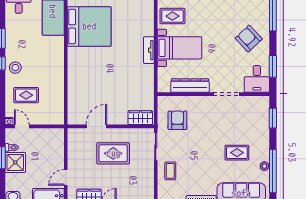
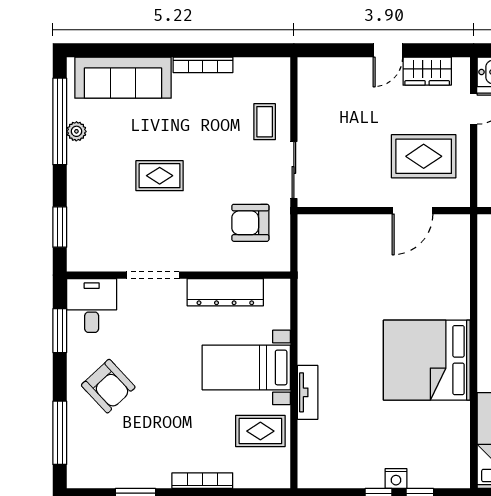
bed: (89, 26) -> (427, 360), moved
tv unit: (149, 50) -> (308, 392), moved
wardrobe: (140, 118) -> (325, 228), removed
armchair: (177, 120) -> (250, 223), turned 90
rug: (113, 153) -> (424, 156), moved
rug: (237, 153) -> (160, 176), moved

